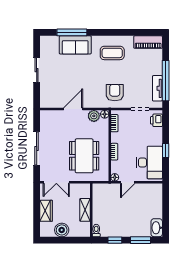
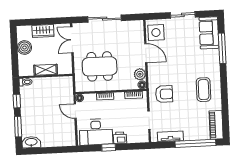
sofa: (75, 45) -> (209, 33), moved
window: (166, 81) -> (195, 143), moved
side table: (53, 98) -> (156, 32), added
printer: (156, 120) -> (120, 138), moved

